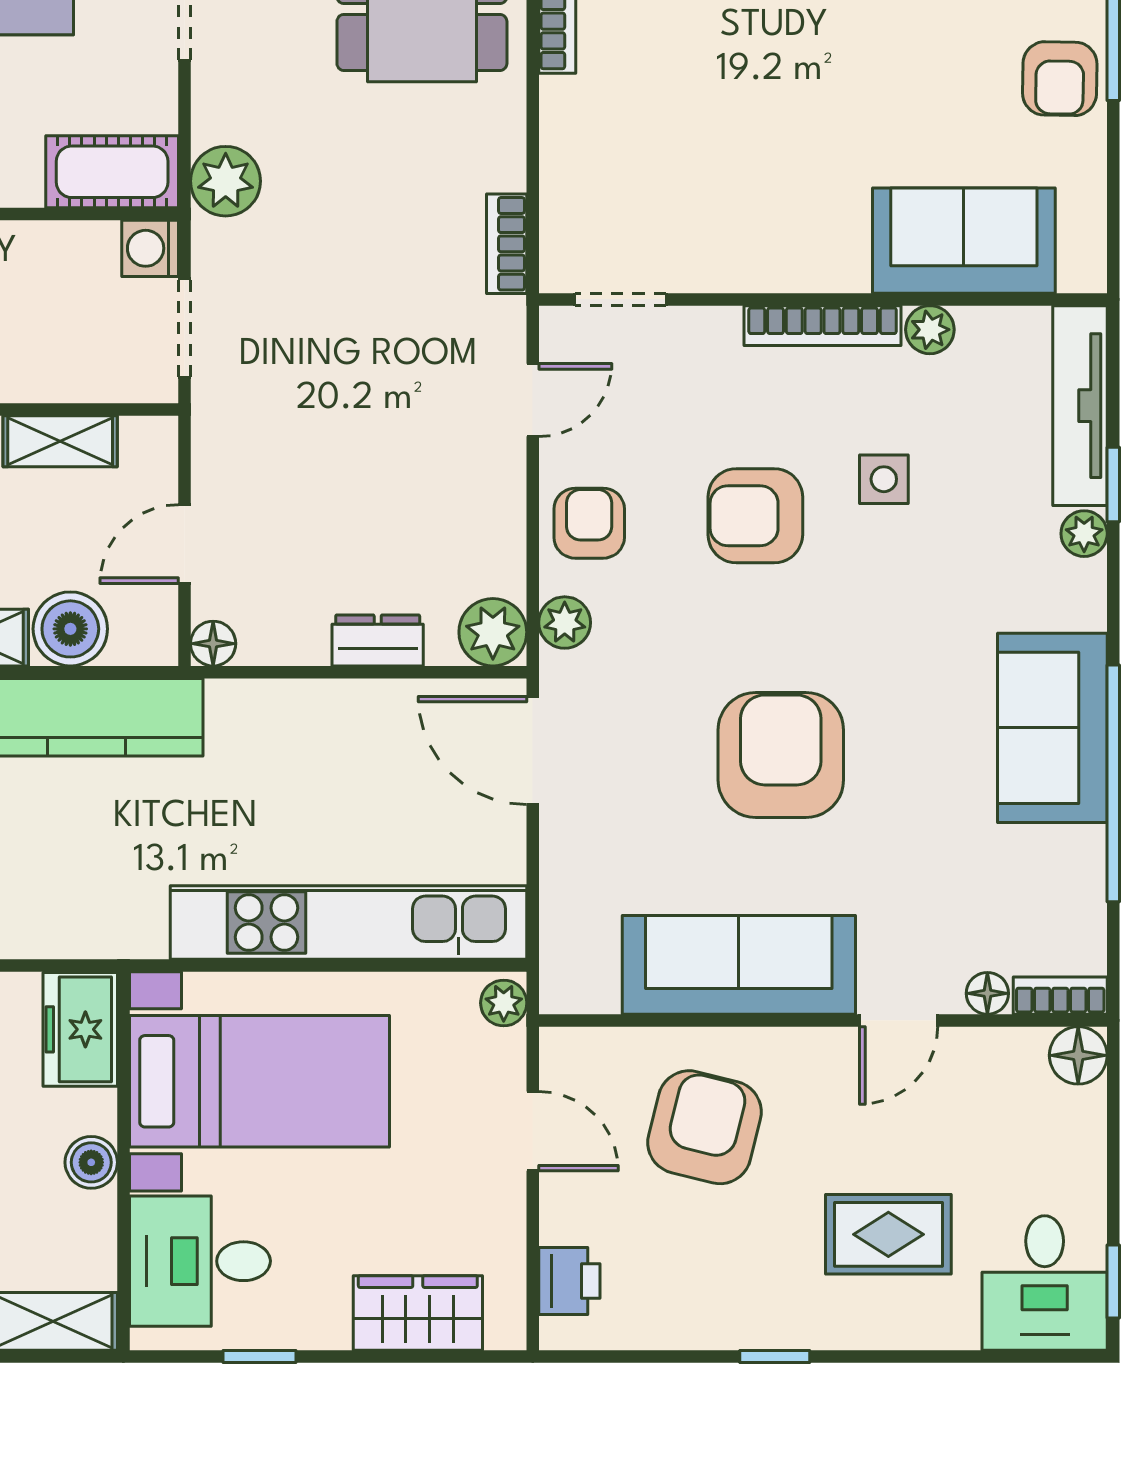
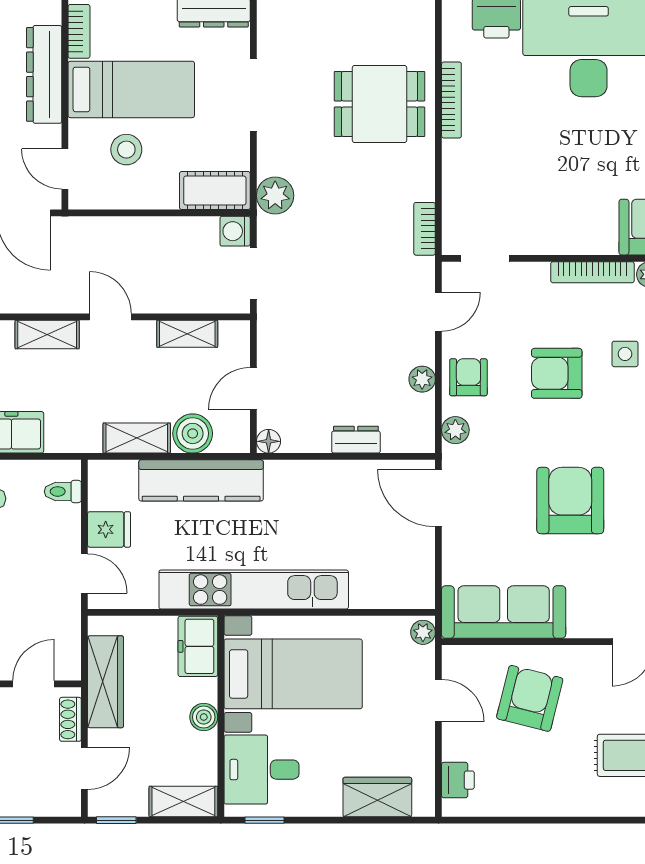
plant: (493, 632) -> (422, 379), moved, width x0.73, depth x0.73
kitchen unit: (348, 922) -> (254, 590), moved
sofa: (739, 965) -> (504, 612), moved
window: (260, 1356) -> (264, 820), moved
window: (775, 1356) -> (567, 820), removed

